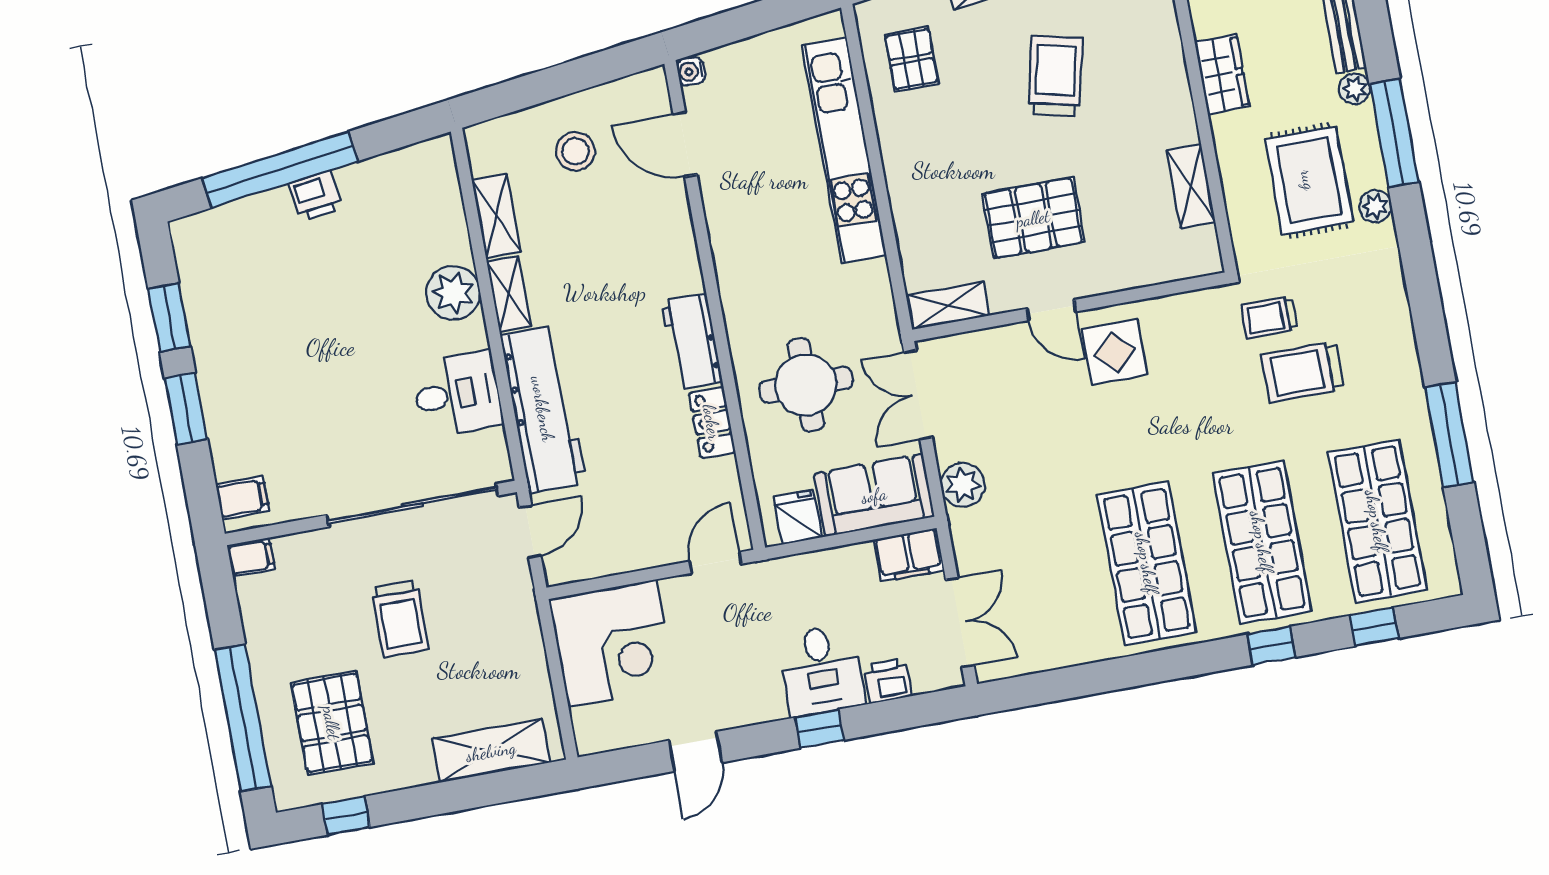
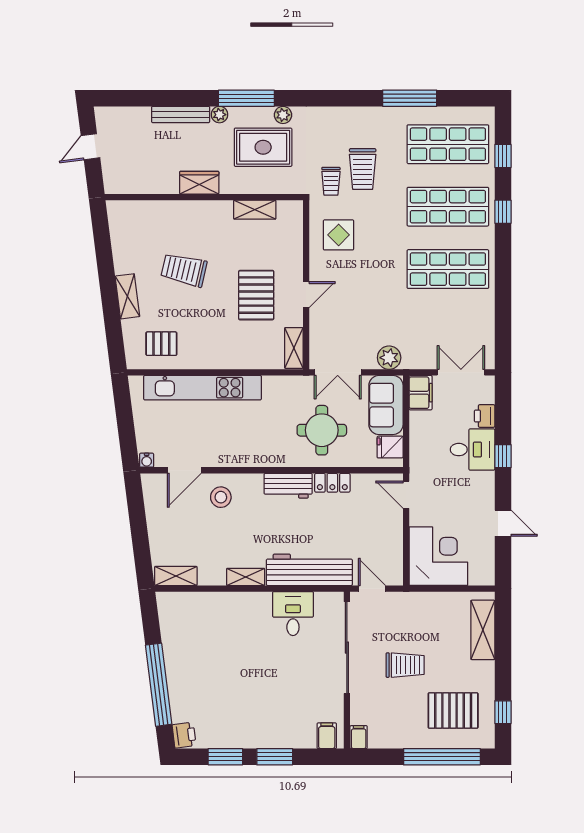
stool: (575, 151) -> (221, 497), moved
printer: (315, 196) -> (184, 735), moved
shelving: (496, 216) -> (176, 576), moved
plant: (453, 293) -> (240, 606), removed
display table: (1115, 352) -> (339, 235), moved

